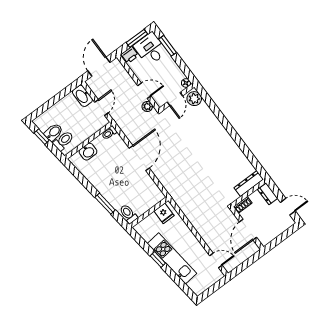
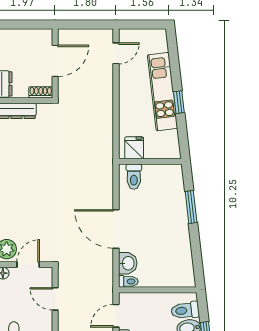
plant: (147, 106) -> (65, 279), removed
washbasin: (88, 152) -> (128, 263), moved, turned 90
door: (139, 158) -> (116, 229), hinge flipped
toilet: (128, 214) -> (134, 177), moved
door: (216, 260) -> (116, 53), swing flipped

